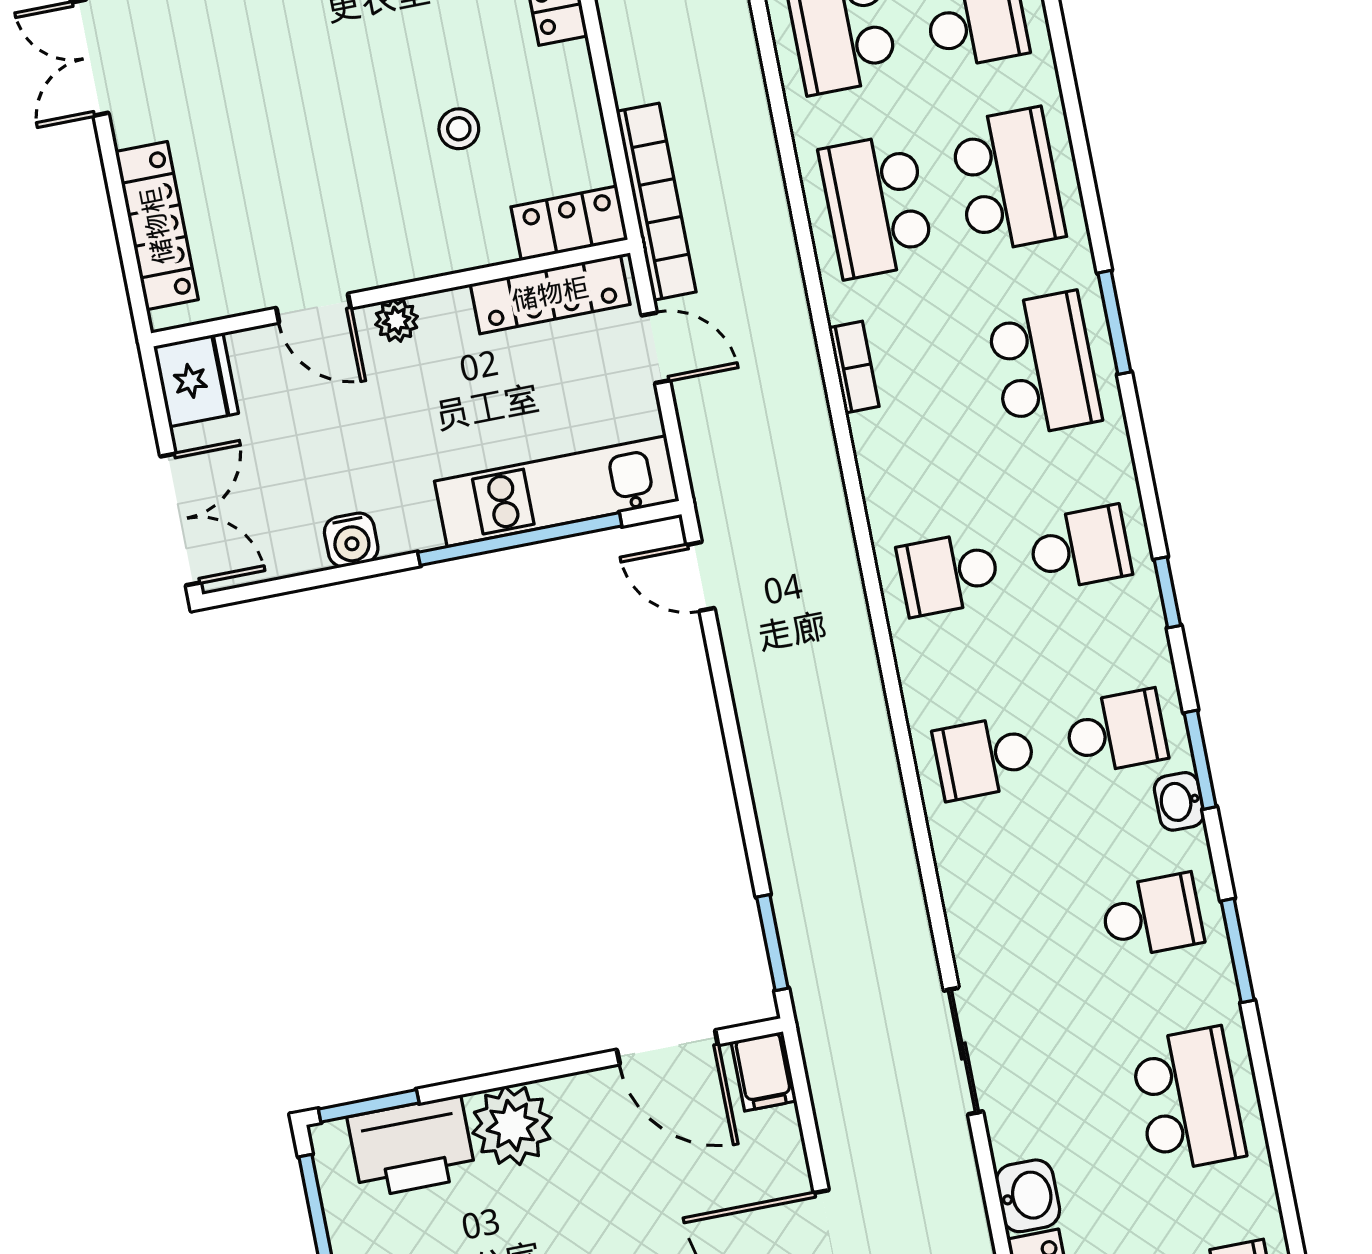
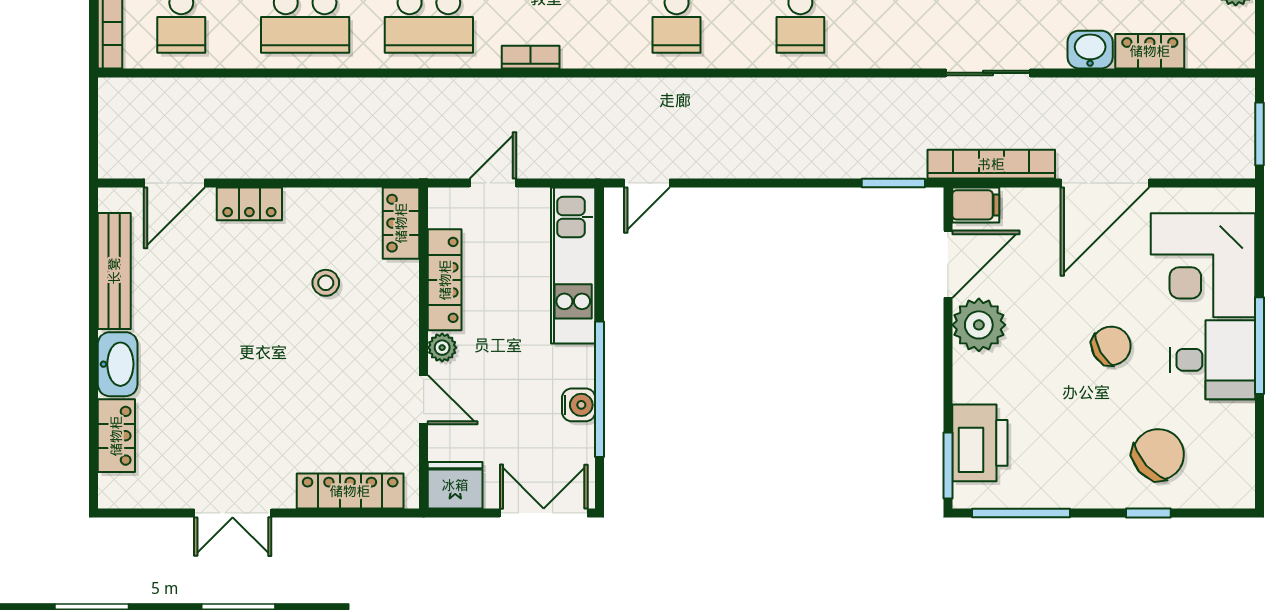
bookcase: (656, 202) -> (991, 164), moved
locker: (550, 294) -> (445, 280), moved
door: (314, 308) -> (424, 400), hinge flipped
window: (520, 539) -> (600, 389), moved
plant: (512, 1125) -> (979, 325), moved

